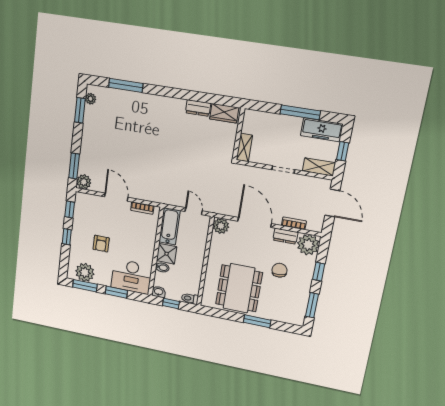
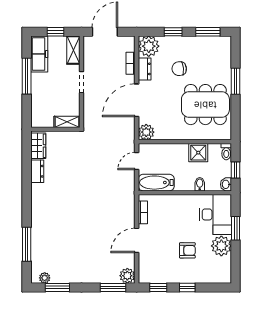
shower: (167, 254) -> (198, 153), moved
plant: (85, 272) -> (221, 246), moved
window: (85, 286) -> (236, 262), removed

